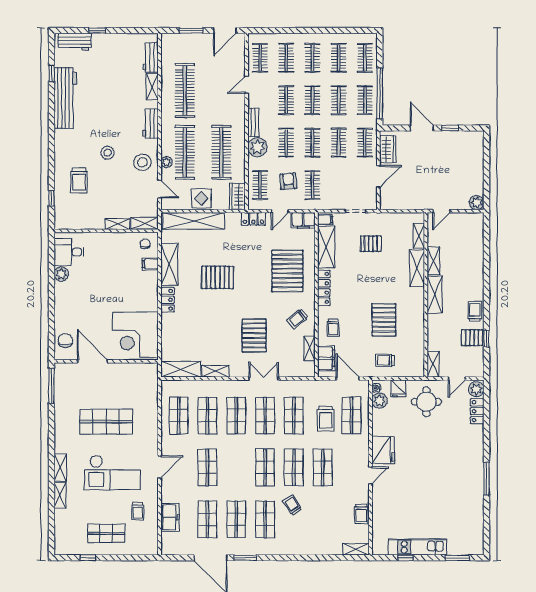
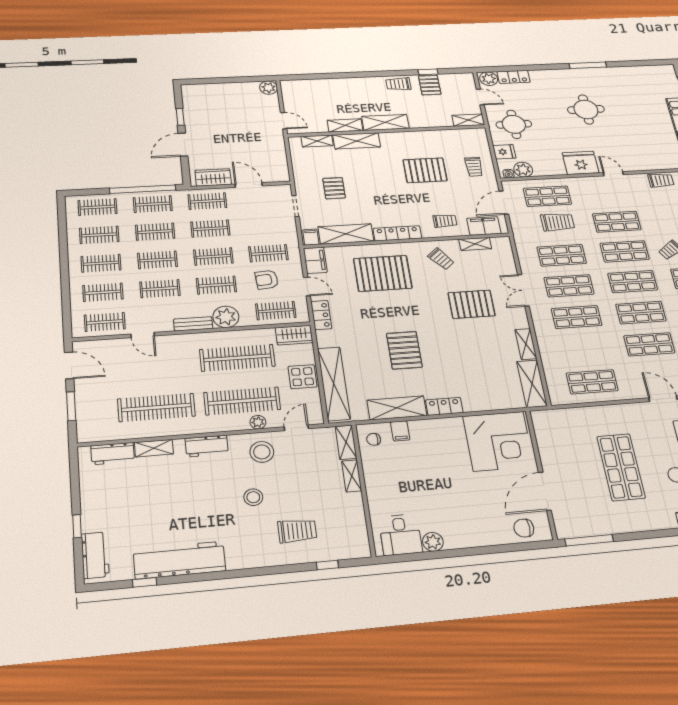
shop shelf: (207, 416) -> (641, 313), moved
round table: (438, 467) -> (586, 110), added

